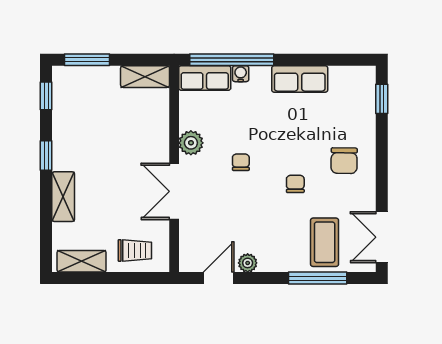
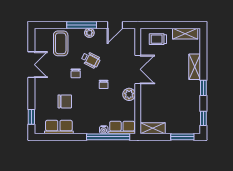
row of seats: (300, 79) -> (59, 127), moved
chair: (344, 161) -> (65, 101), moved, turned 89
wheelchair: (266, 210) -> (91, 60), added
double door: (382, 237) -> (31, 65), moved
plant: (248, 263) -> (89, 33), moved
window: (318, 278) -> (82, 25), moved

